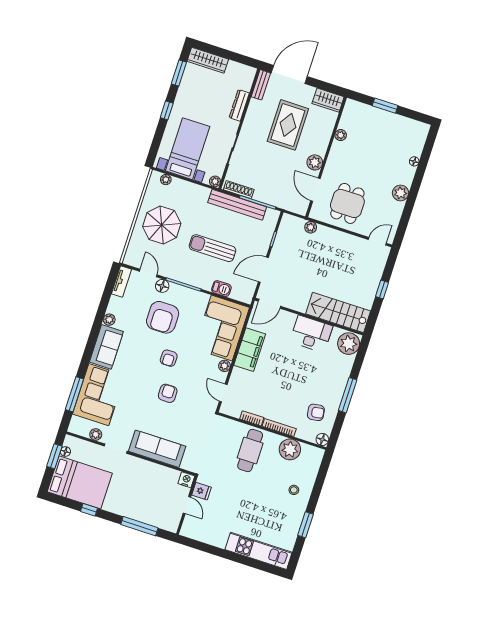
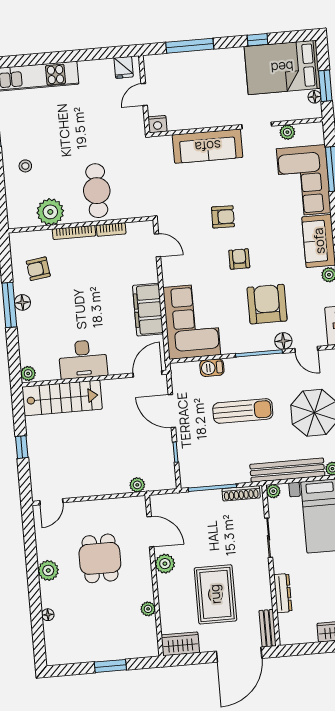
dining table: (347, 203) -> (100, 558), moved
bench: (237, 205) -> (287, 470), moved
door: (263, 270) -> (172, 411), swing flipped
plant: (349, 344) -> (28, 373), width x0.53, depth x0.53
plant: (225, 366) -> (170, 278), removed
armchair: (168, 393) -> (223, 217), turned -89
floor lamp: (322, 439) -> (22, 302), moved
fridge: (201, 491) -> (124, 67), moved, turned -90
door: (187, 505) -> (144, 94), hinge flipped

